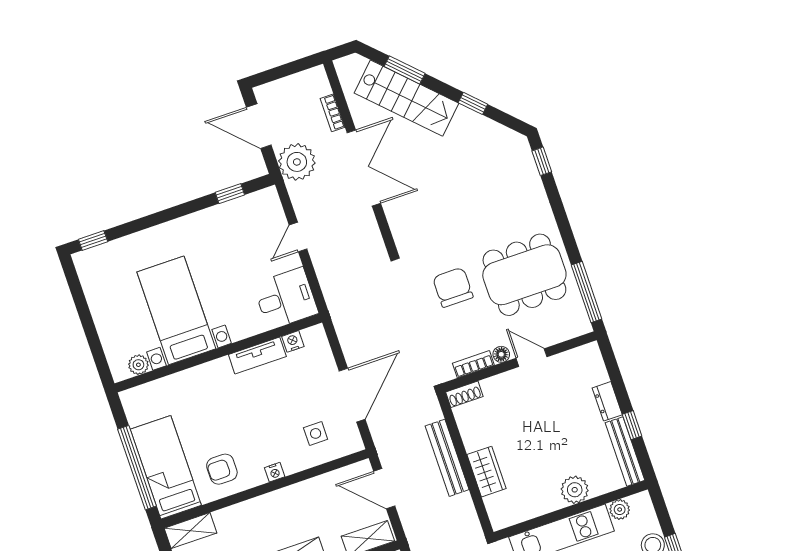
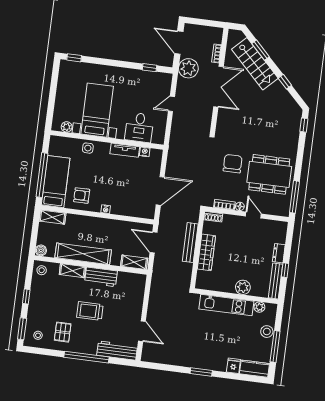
desk: (286, 299) -> (139, 127), moved, turned 90
side table: (316, 433) -> (88, 148), moved
wardrobe: (487, 472) -> (206, 252), width x1.50

